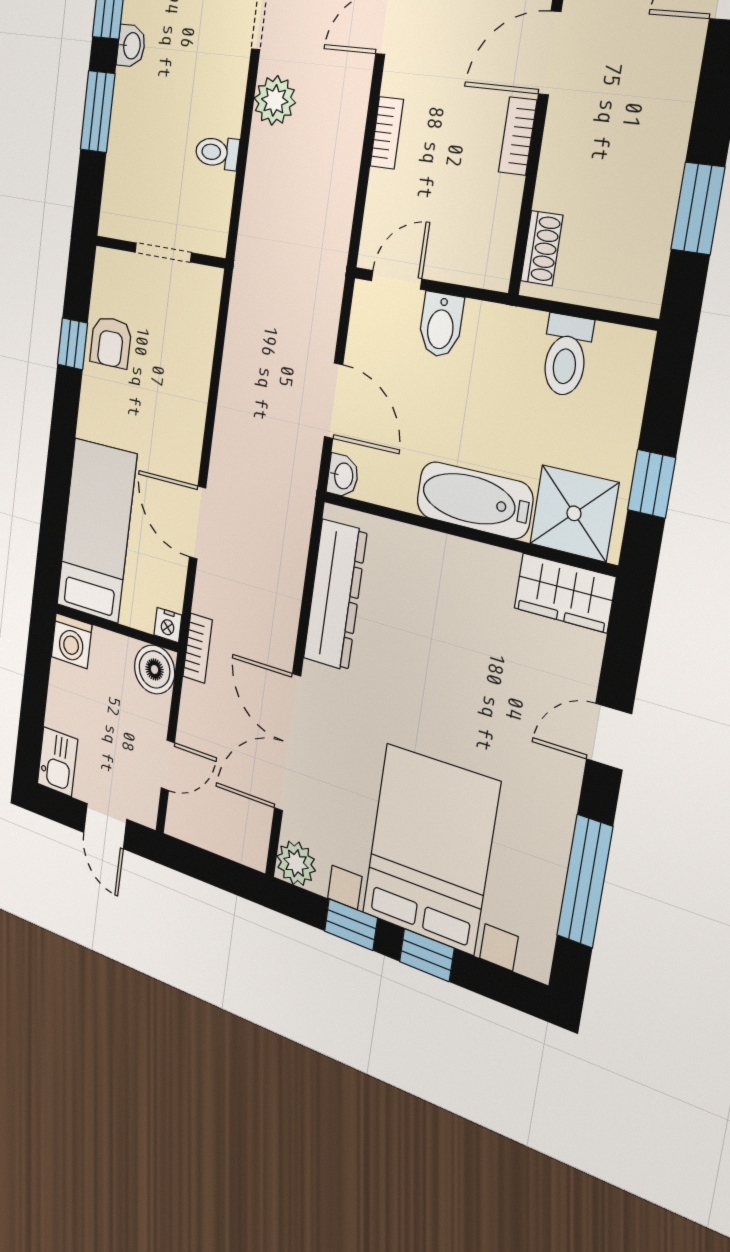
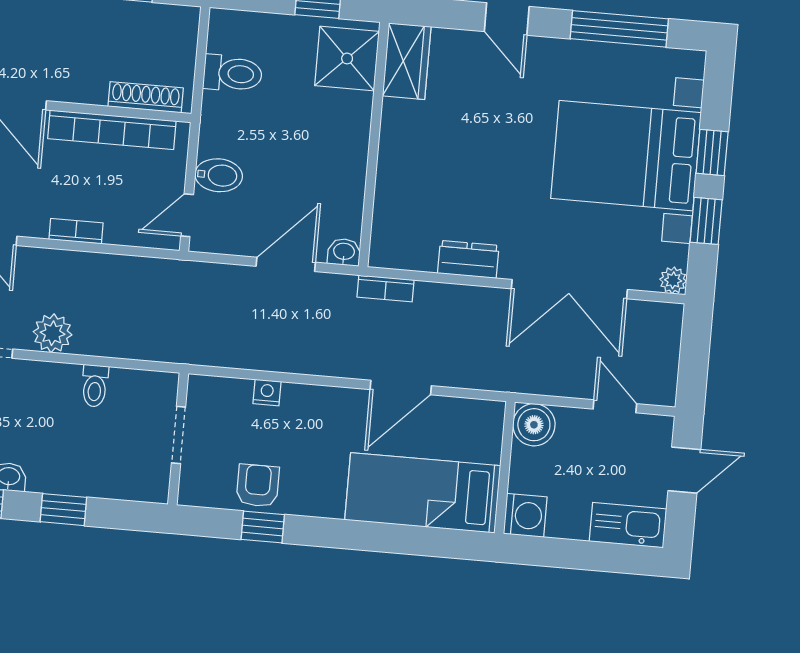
window: (98, 112) -> (63, 510), width x0.67
bookcase: (518, 136) -> (112, 130), width x2.31, depth x1.31
shoe rack: (542, 248) -> (146, 97), width x1.43
door: (396, 280) -> (187, 215), hinge flipped
armchair: (111, 342) -> (258, 486), turned -90
bathtub: (474, 500) -> (348, 138), removed
dresser: (335, 595) -> (468, 259), width x0.51, depth x0.80
nightstand: (168, 625) -> (267, 393), moved, turned -90
bookcase: (198, 648) -> (385, 288), moved, turned 180
kitchen sink: (57, 762) -> (628, 525), width x1.38
plant: (296, 863) -> (673, 280), width x0.73, depth x0.73

